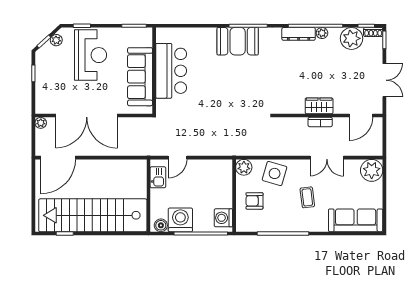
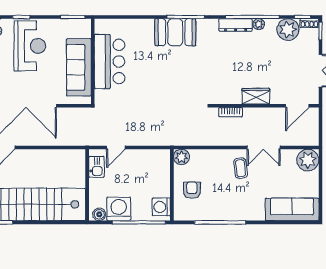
bookcase: (320, 122) -> (231, 112), moved
side table: (275, 173) -> (212, 163), removed
coffee table: (307, 197) -> (241, 168), moved
armchair: (254, 201) -> (192, 190), turned 90

